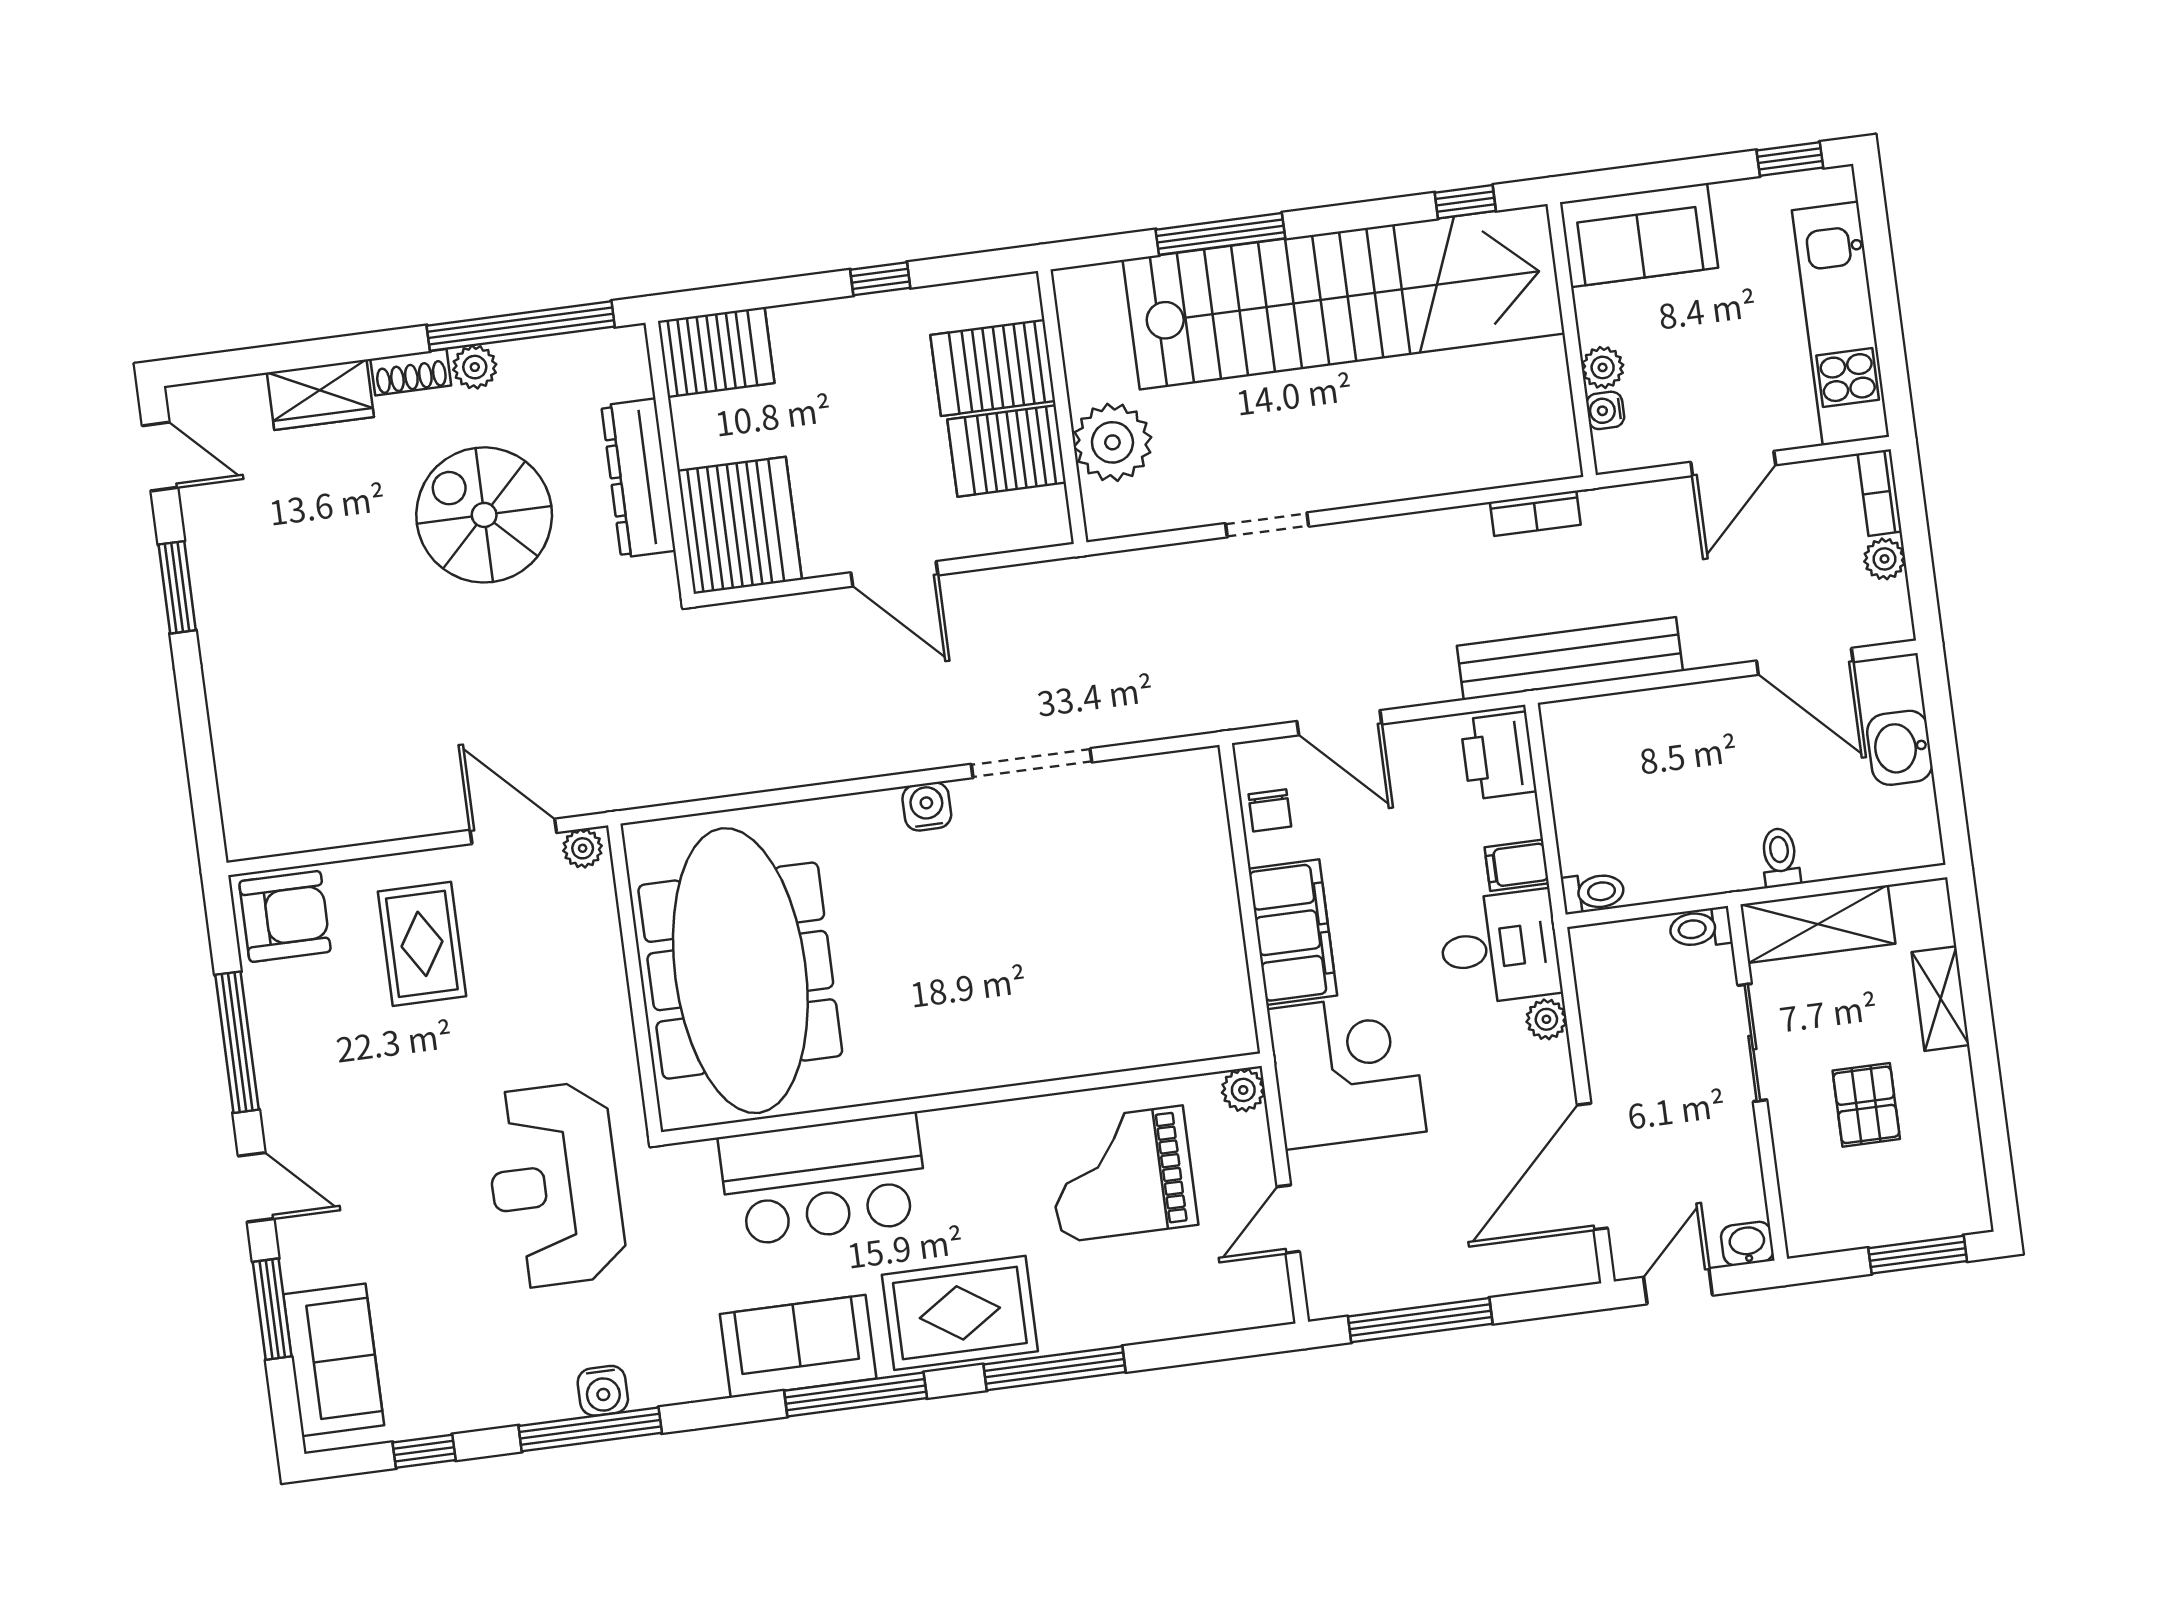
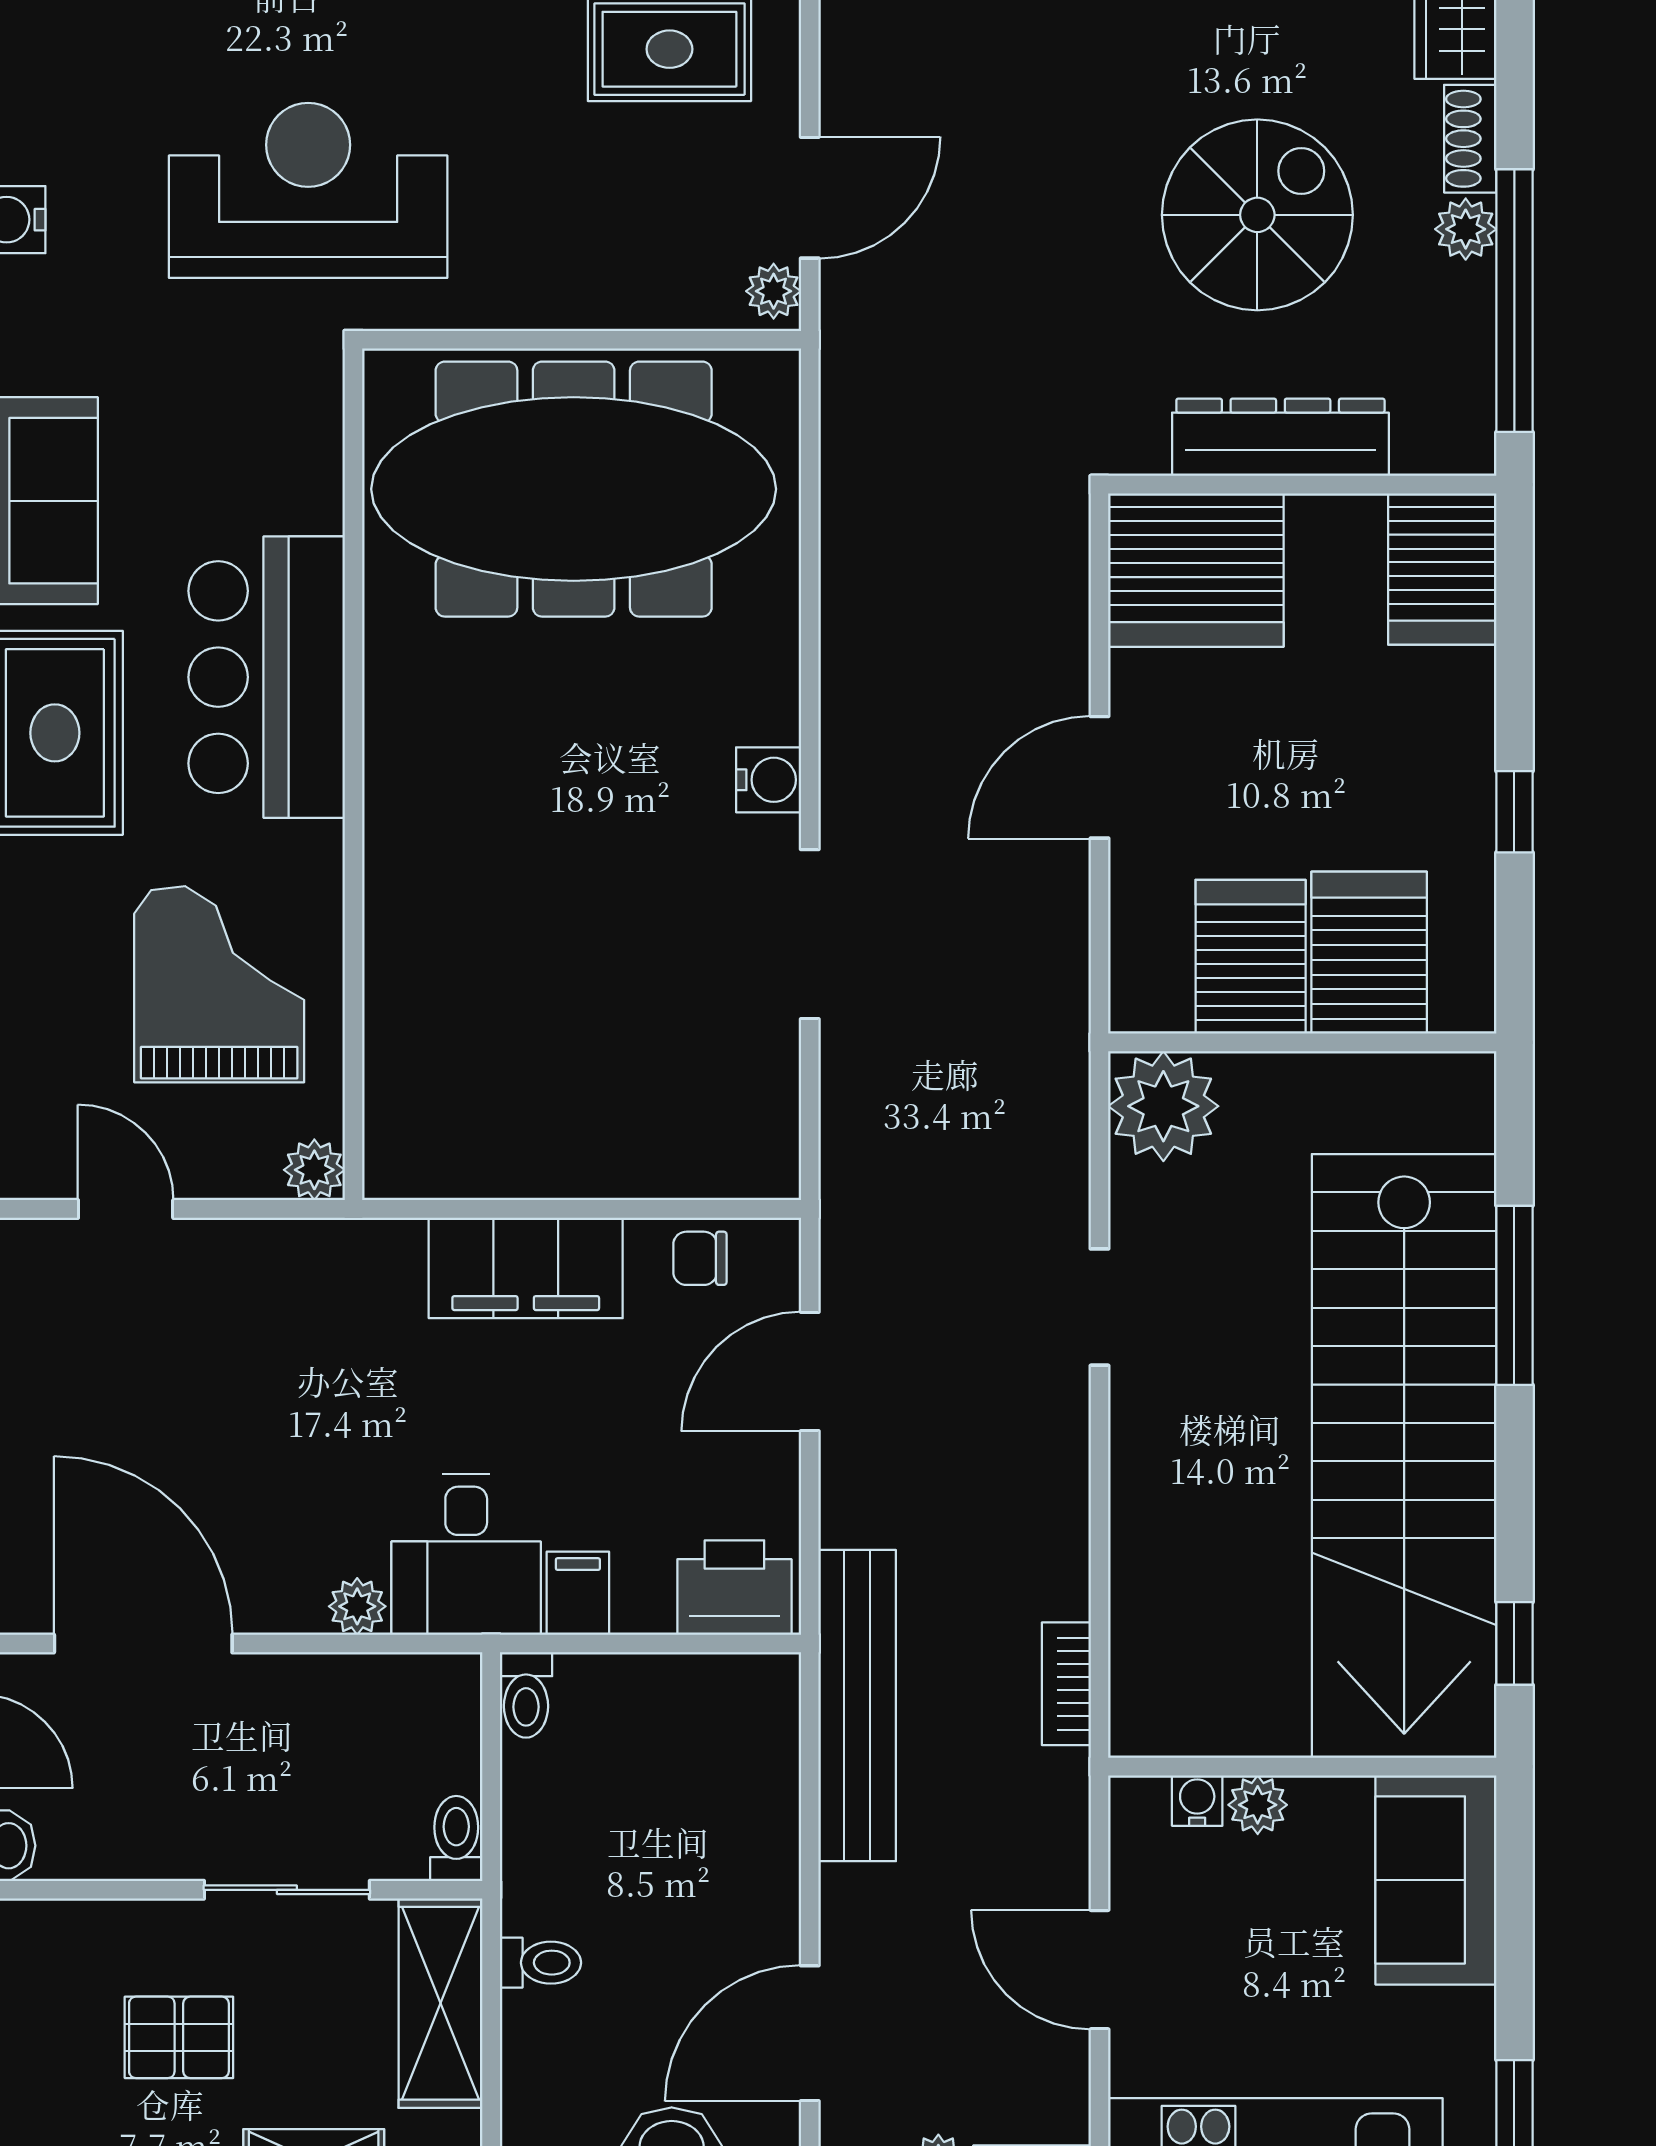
plant: (1112, 442) -> (1163, 1106), moved
corner desk: (1347, 1070) -> (323, 1318), removed
bar counter: (824, 1179) -> (267, 677), moved

